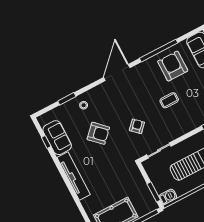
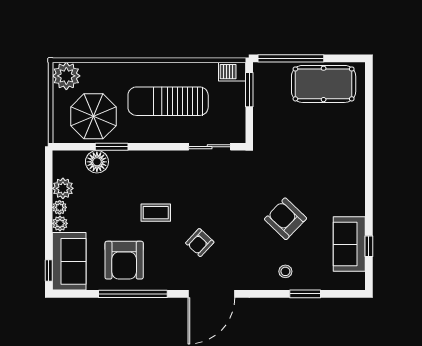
armchair: (137, 126) -> (200, 243), moved
tv unit: (74, 176) -> (355, 175), removed

